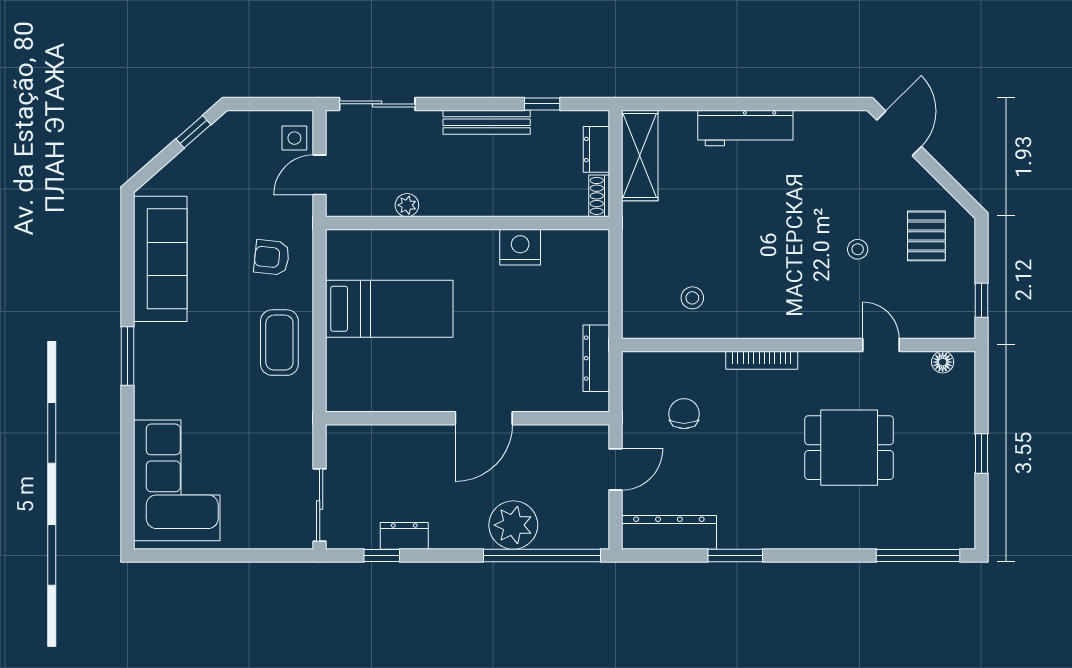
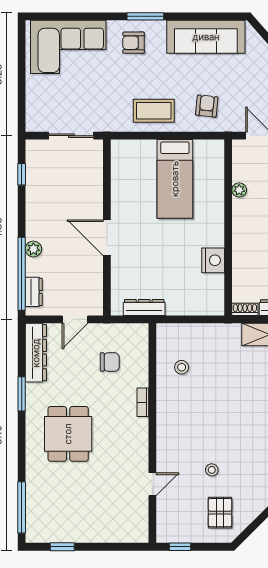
pallet: (926, 236) -> (220, 513), turned 90
bookcase: (762, 360) -> (143, 402), width x0.64
floor lamp: (943, 362) -> (142, 523), removed
armchair: (170, 375) -> (133, 43), added
dining table: (849, 448) -> (68, 434), moved
window: (981, 453) -> (62, 547), moved
door: (615, 469) -> (75, 319), hinge flipped
sliding door: (320, 505) -> (71, 136), moved
plant: (513, 525) -> (33, 249), width x0.53, depth x0.53
dresser: (404, 536) -> (34, 292), moved

